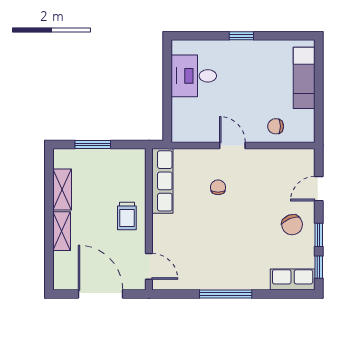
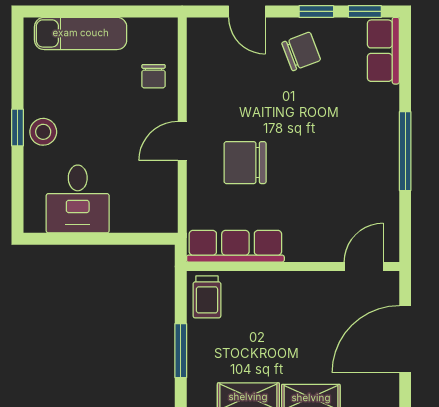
stool: (239, 53) -> (43, 132), added
chair: (218, 187) -> (245, 163), width x1.87, depth x1.87
trolley: (127, 216) -> (207, 297), moved, turned 90

